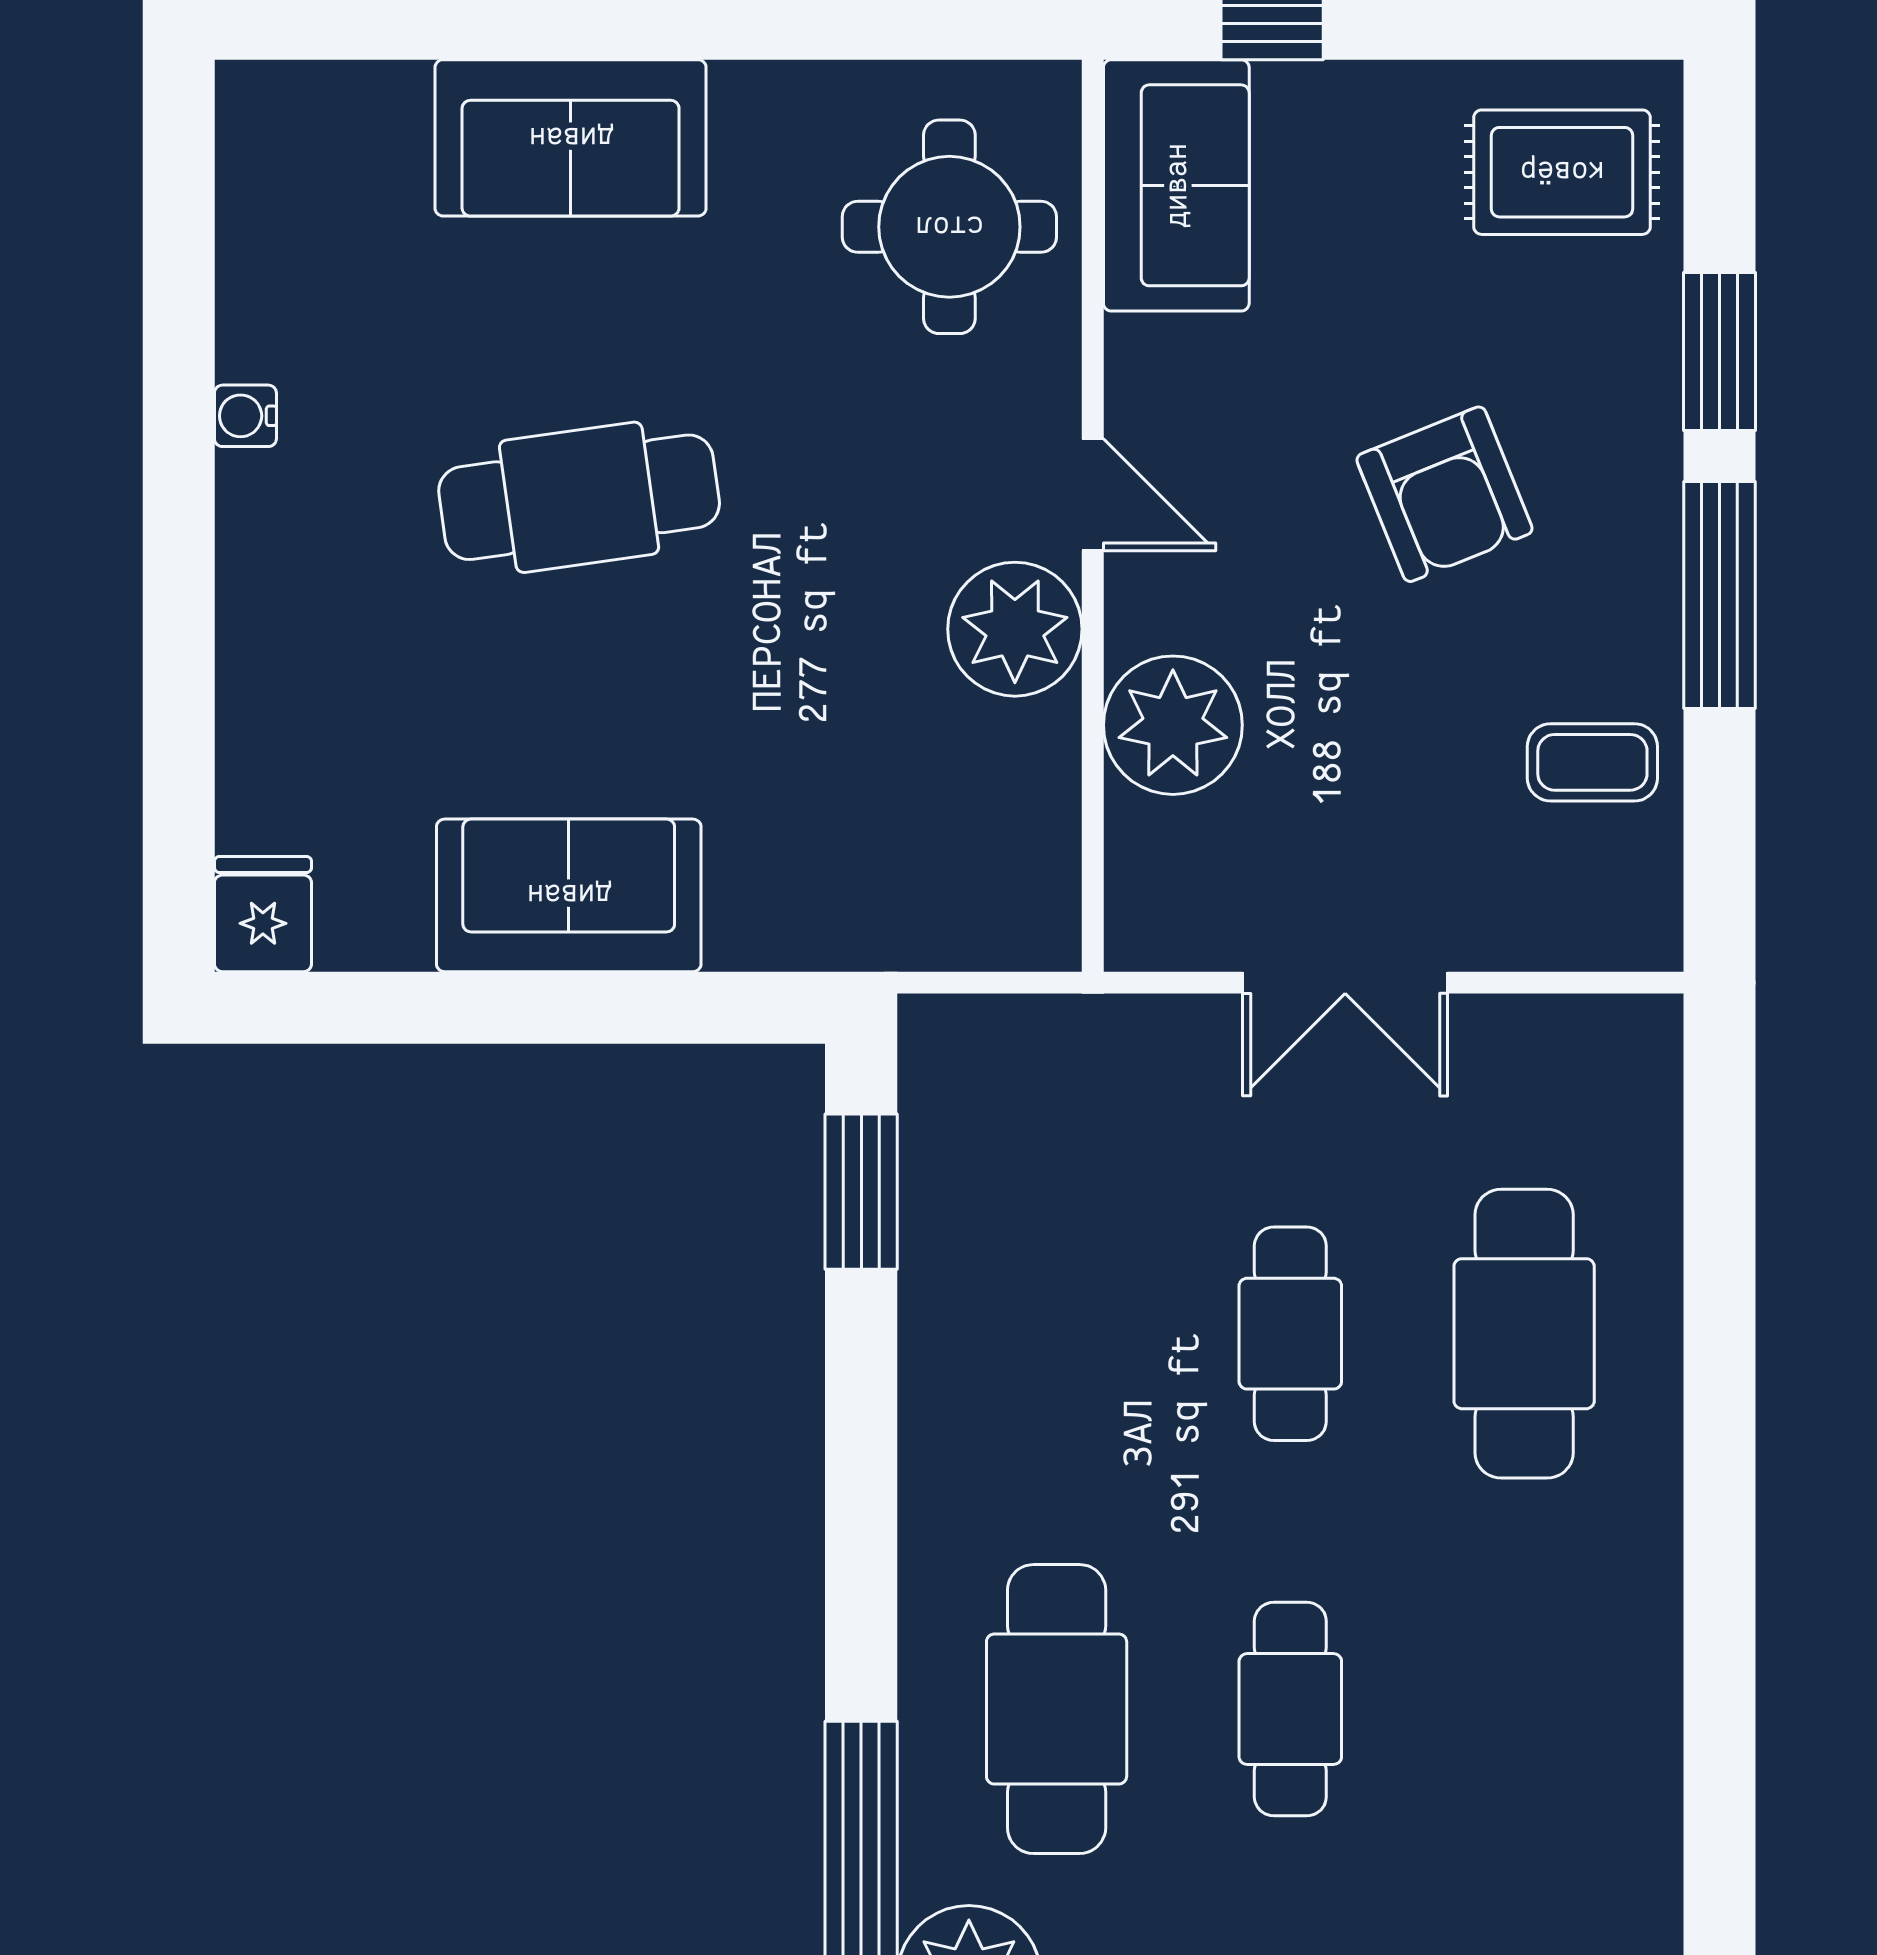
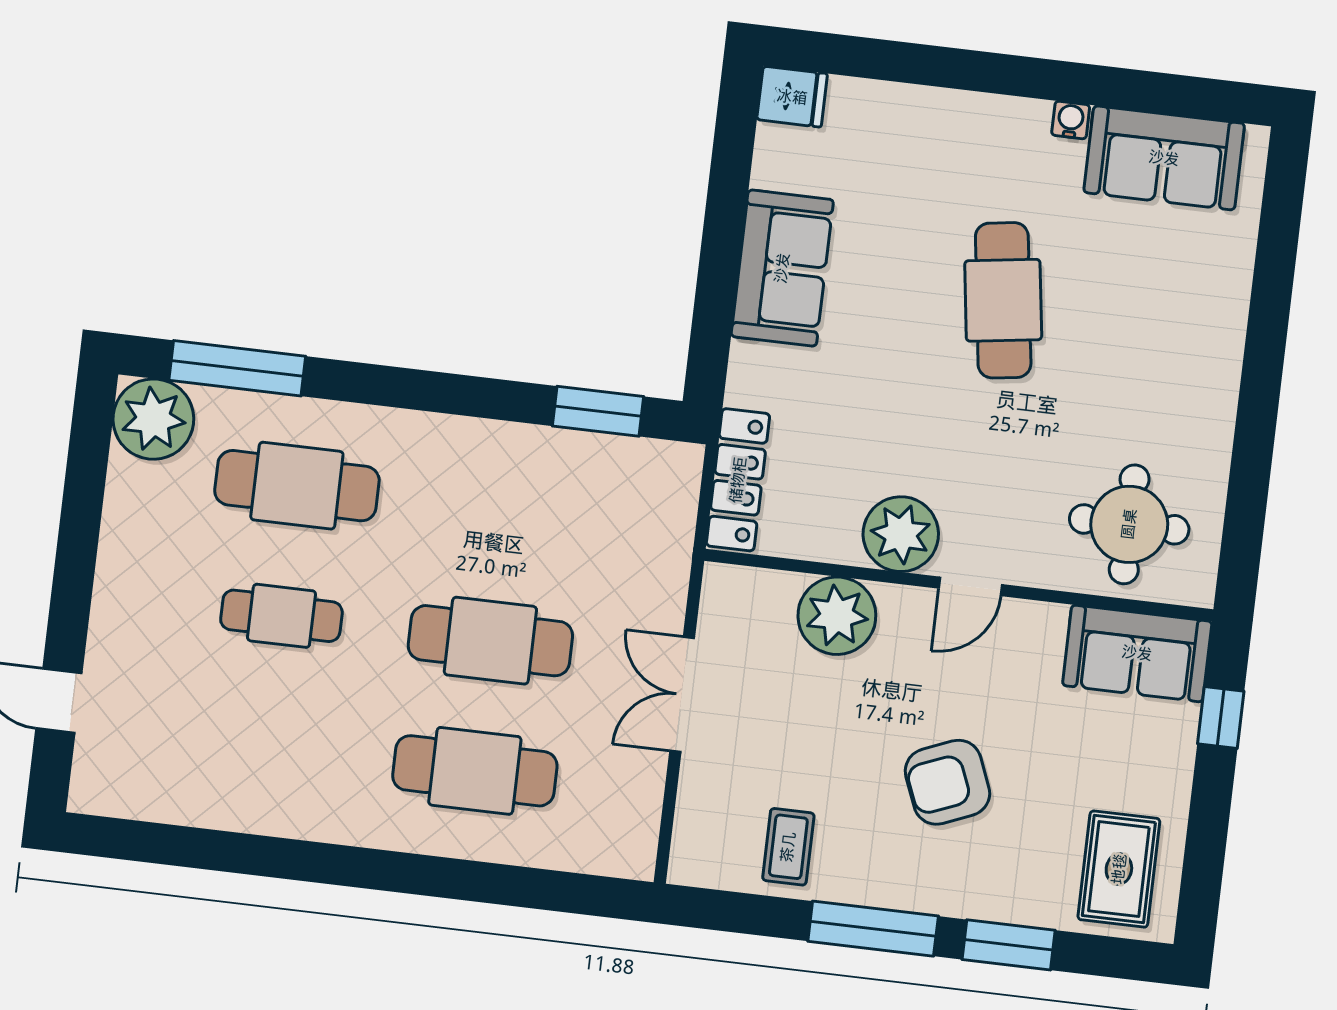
sofa: (571, 138) -> (1164, 158), moved, turned -90
locker: (953, 929) -> (738, 480), added
cafe table: (1290, 1334) -> (490, 641), width x1.37, depth x1.35

